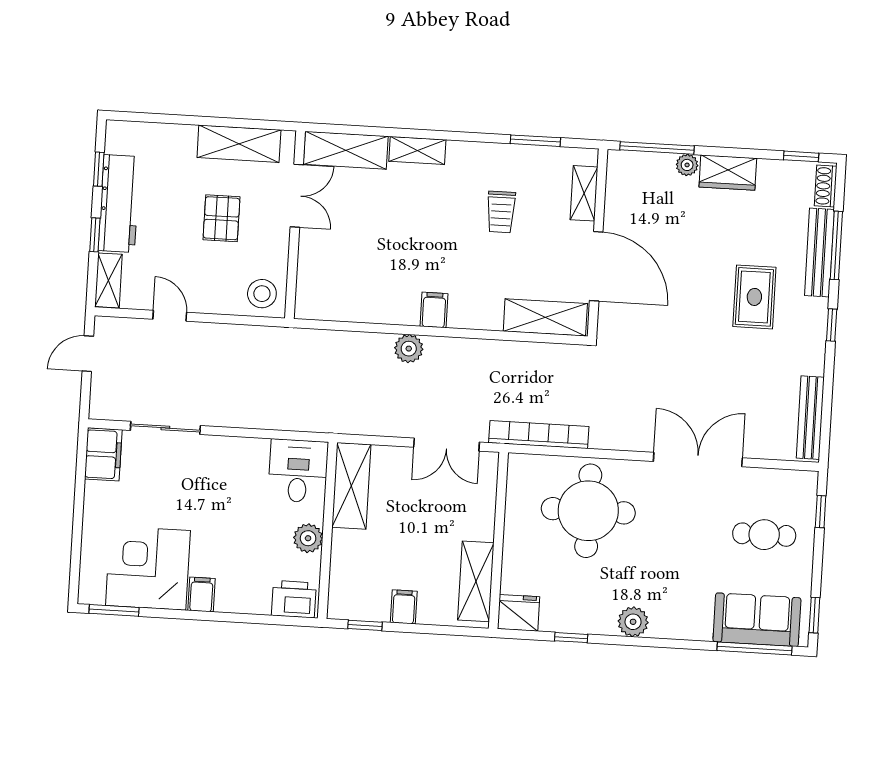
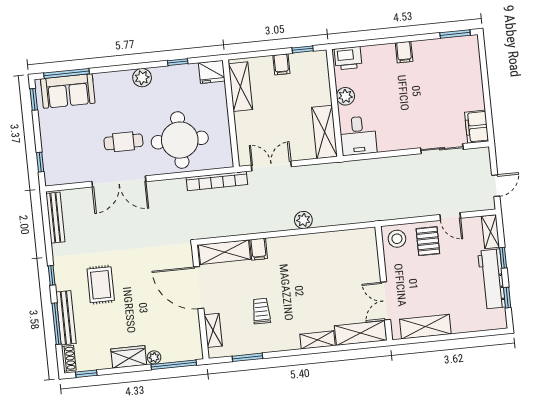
pallet: (221, 218) -> (428, 241), moved
filing cabinet: (434, 310) -> (259, 249), moved
cafe table: (764, 535) -> (123, 142), moved
corner desk: (148, 568) -> (439, 63), removed

